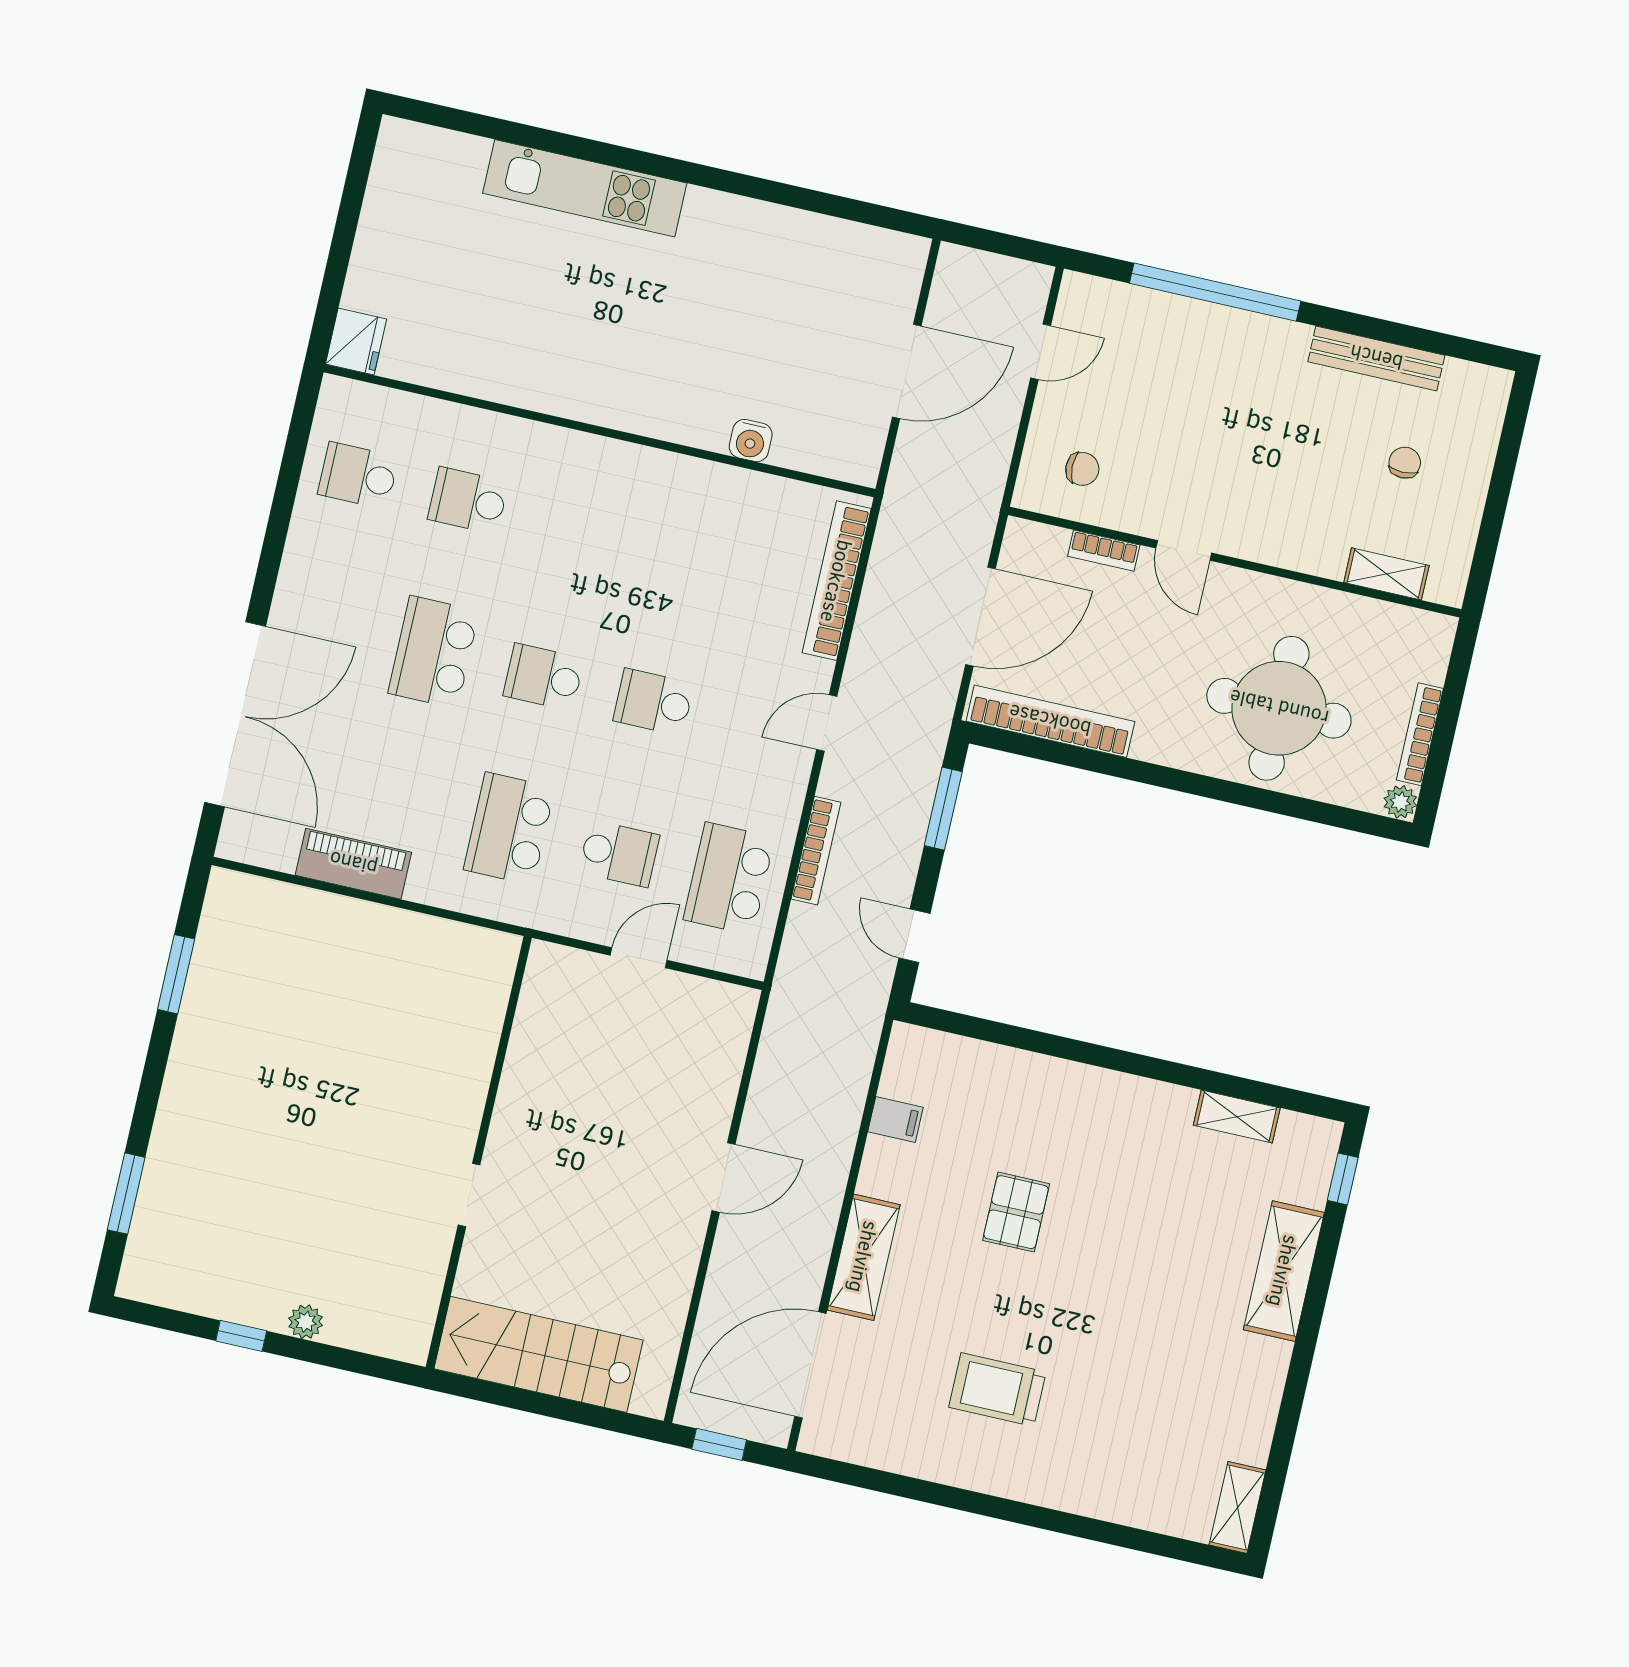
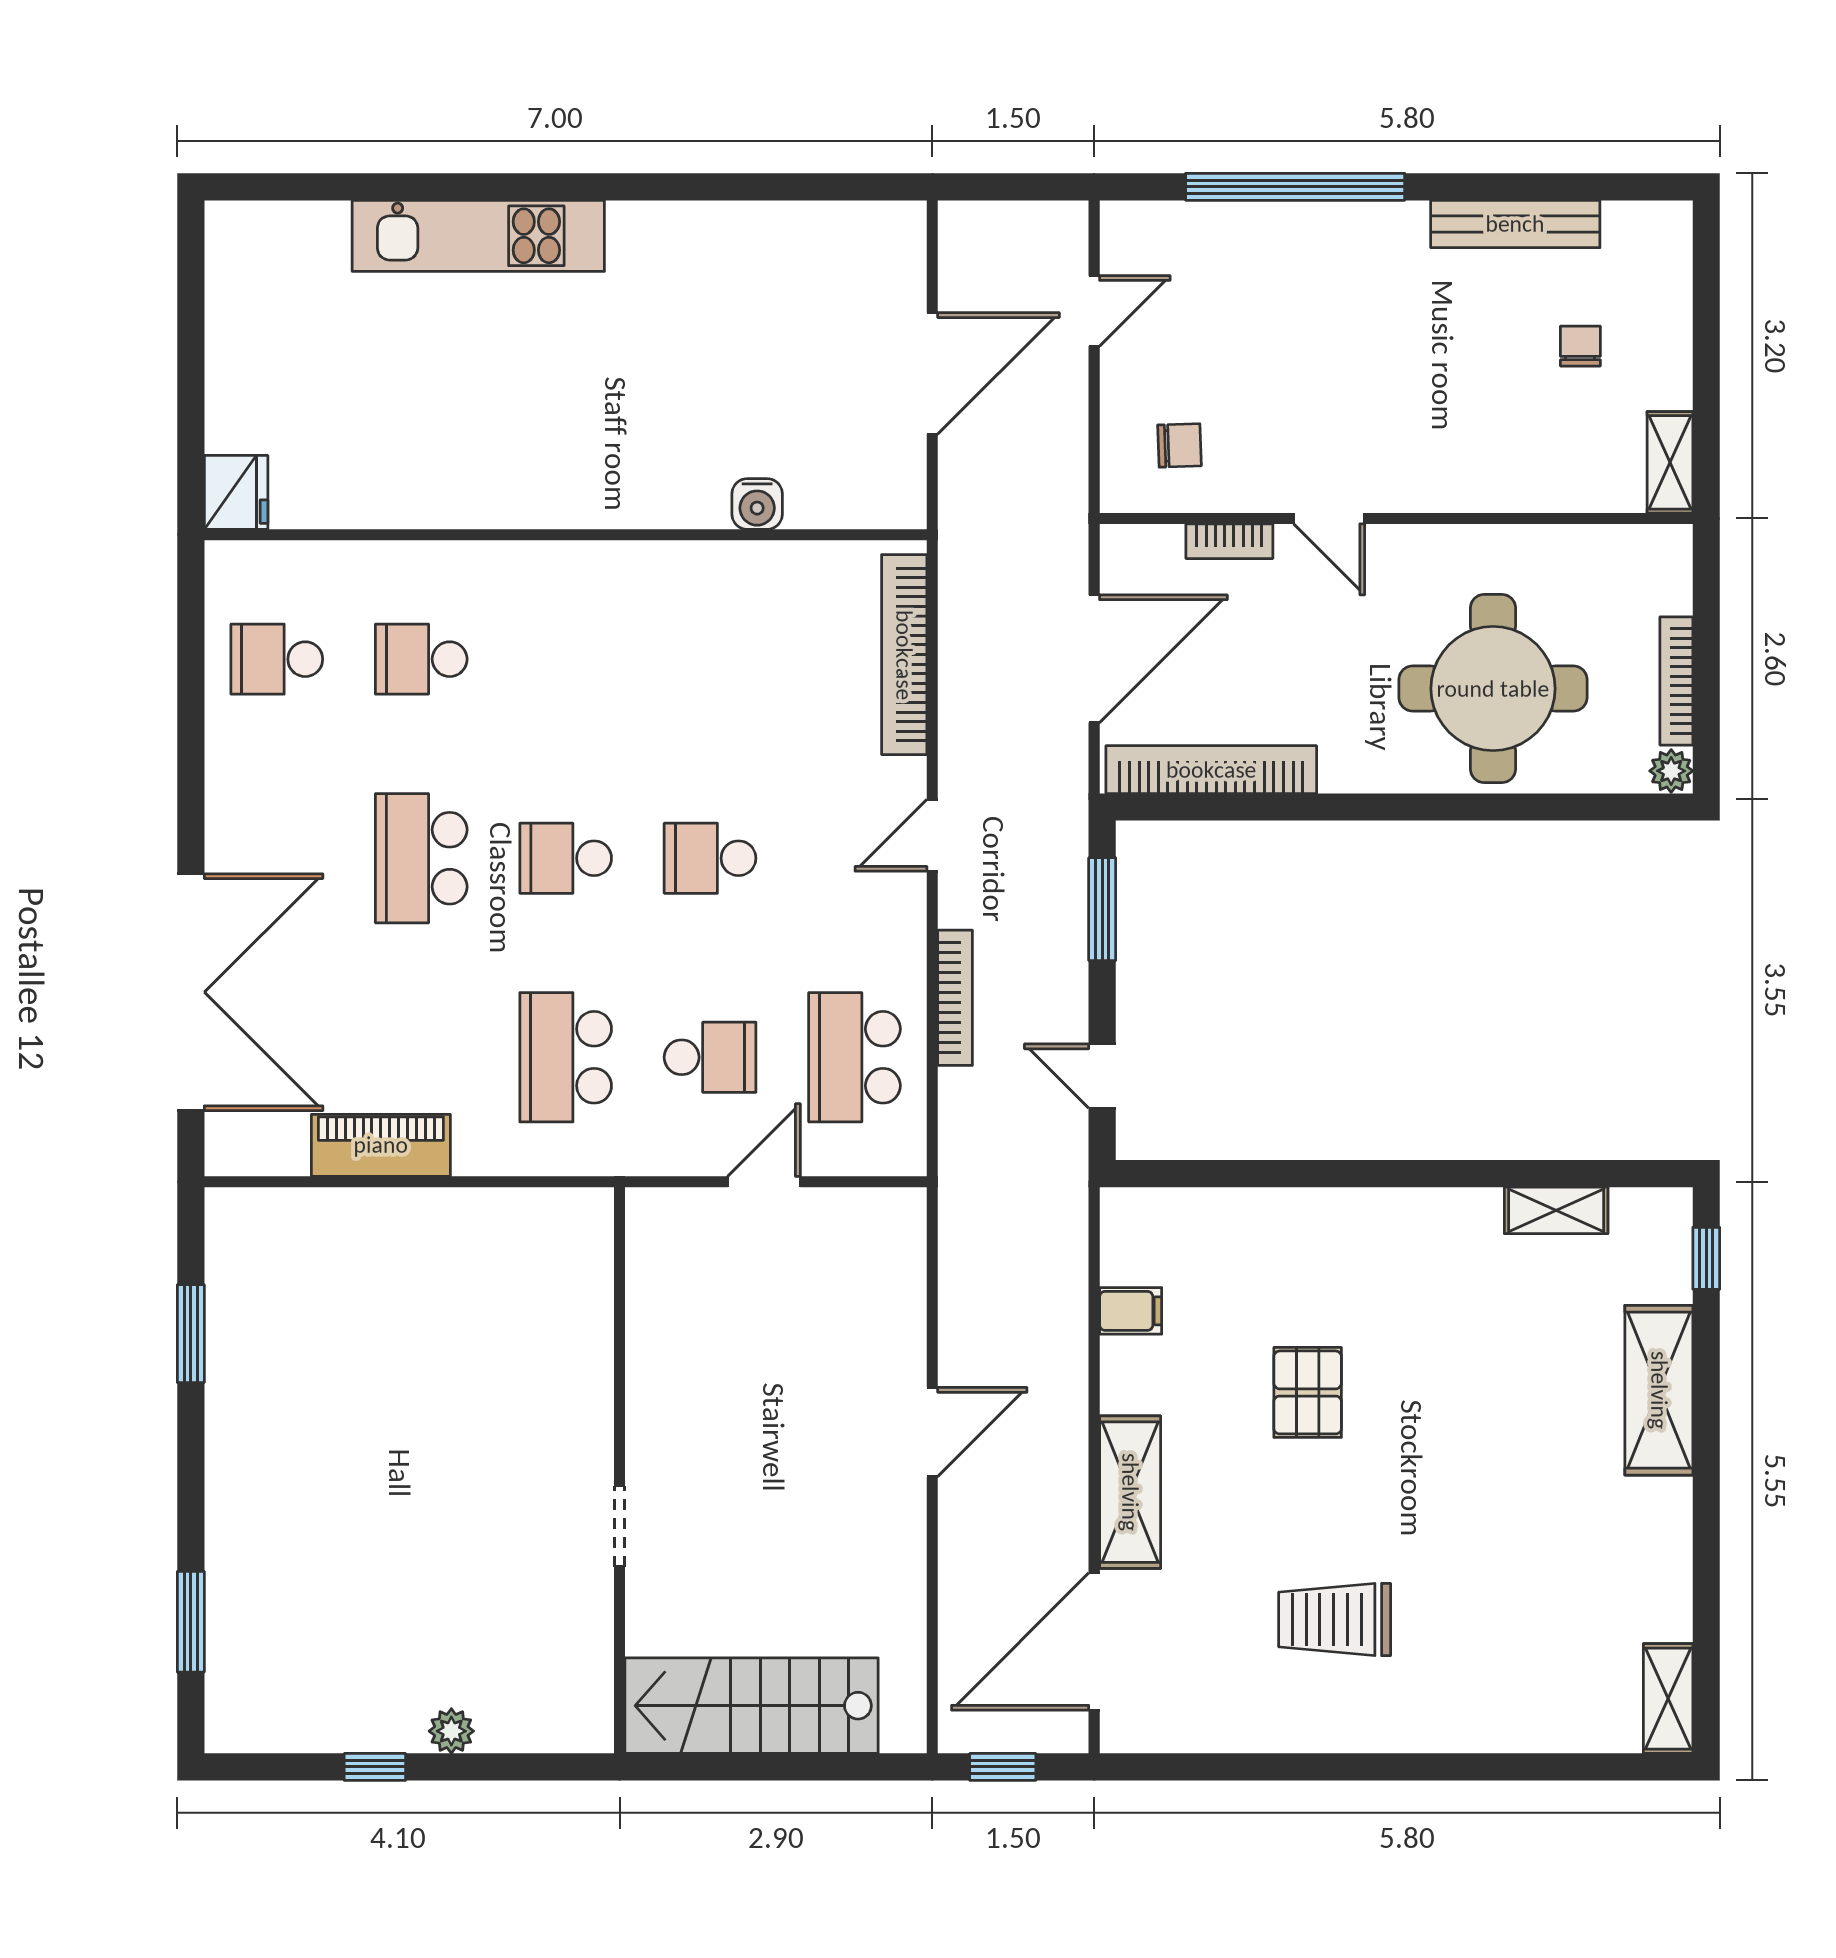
shelving: (1386, 574) -> (1670, 462), moved, turned 90

